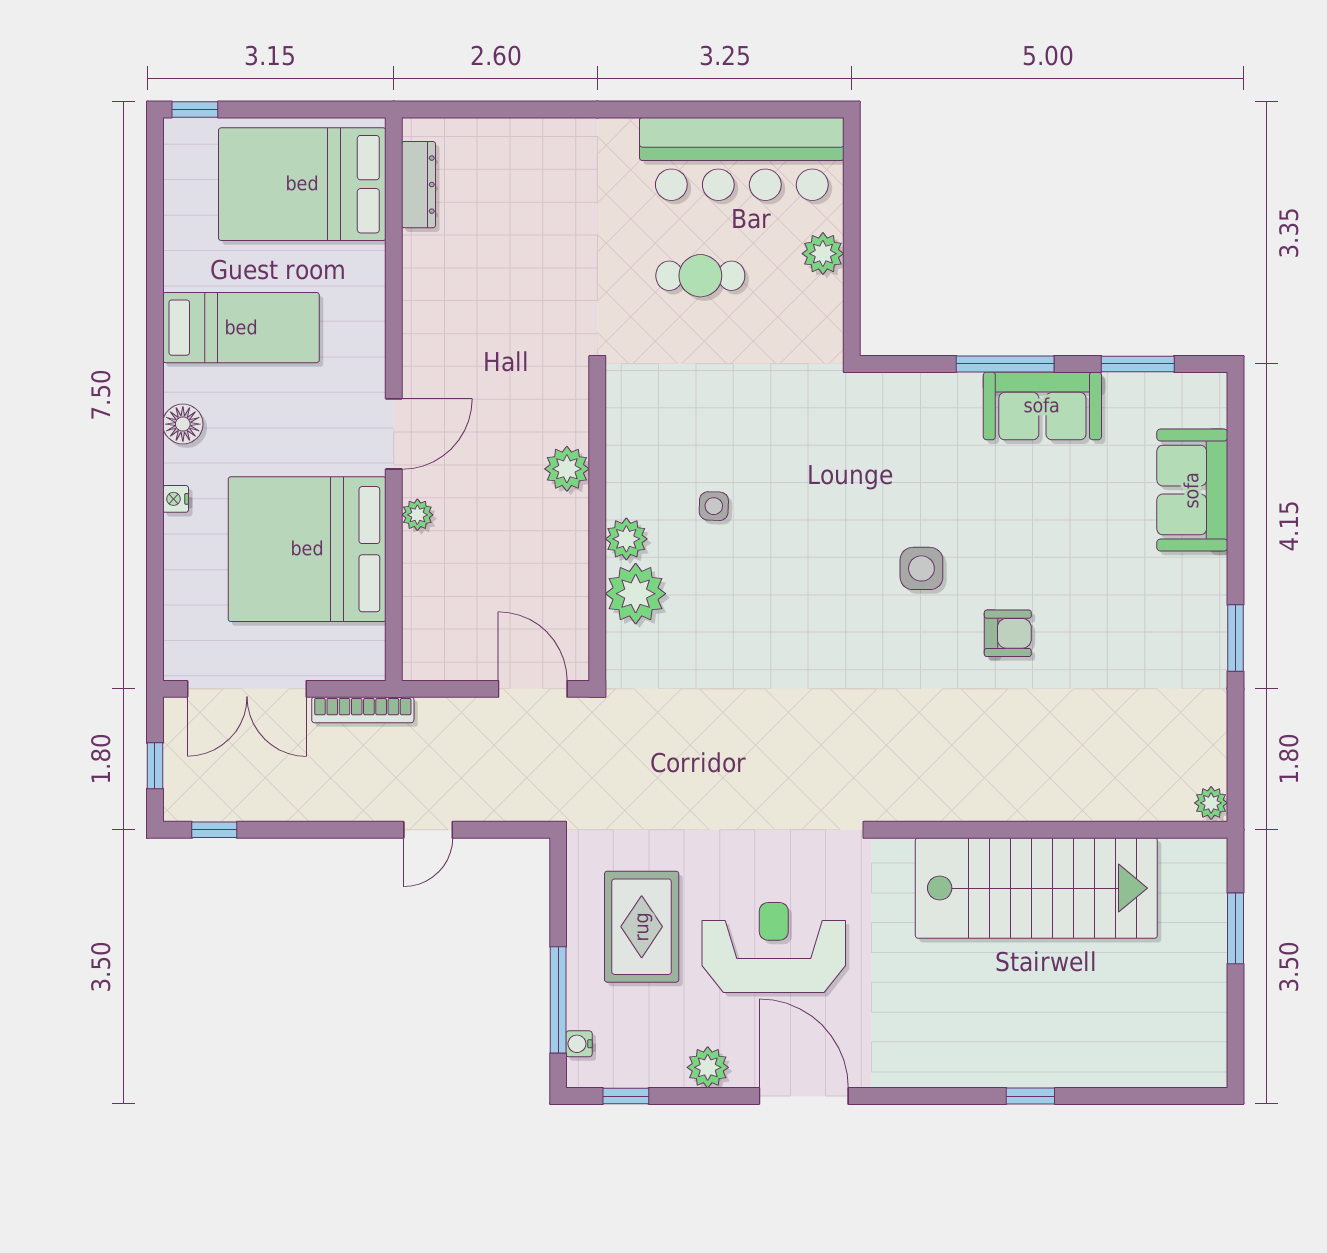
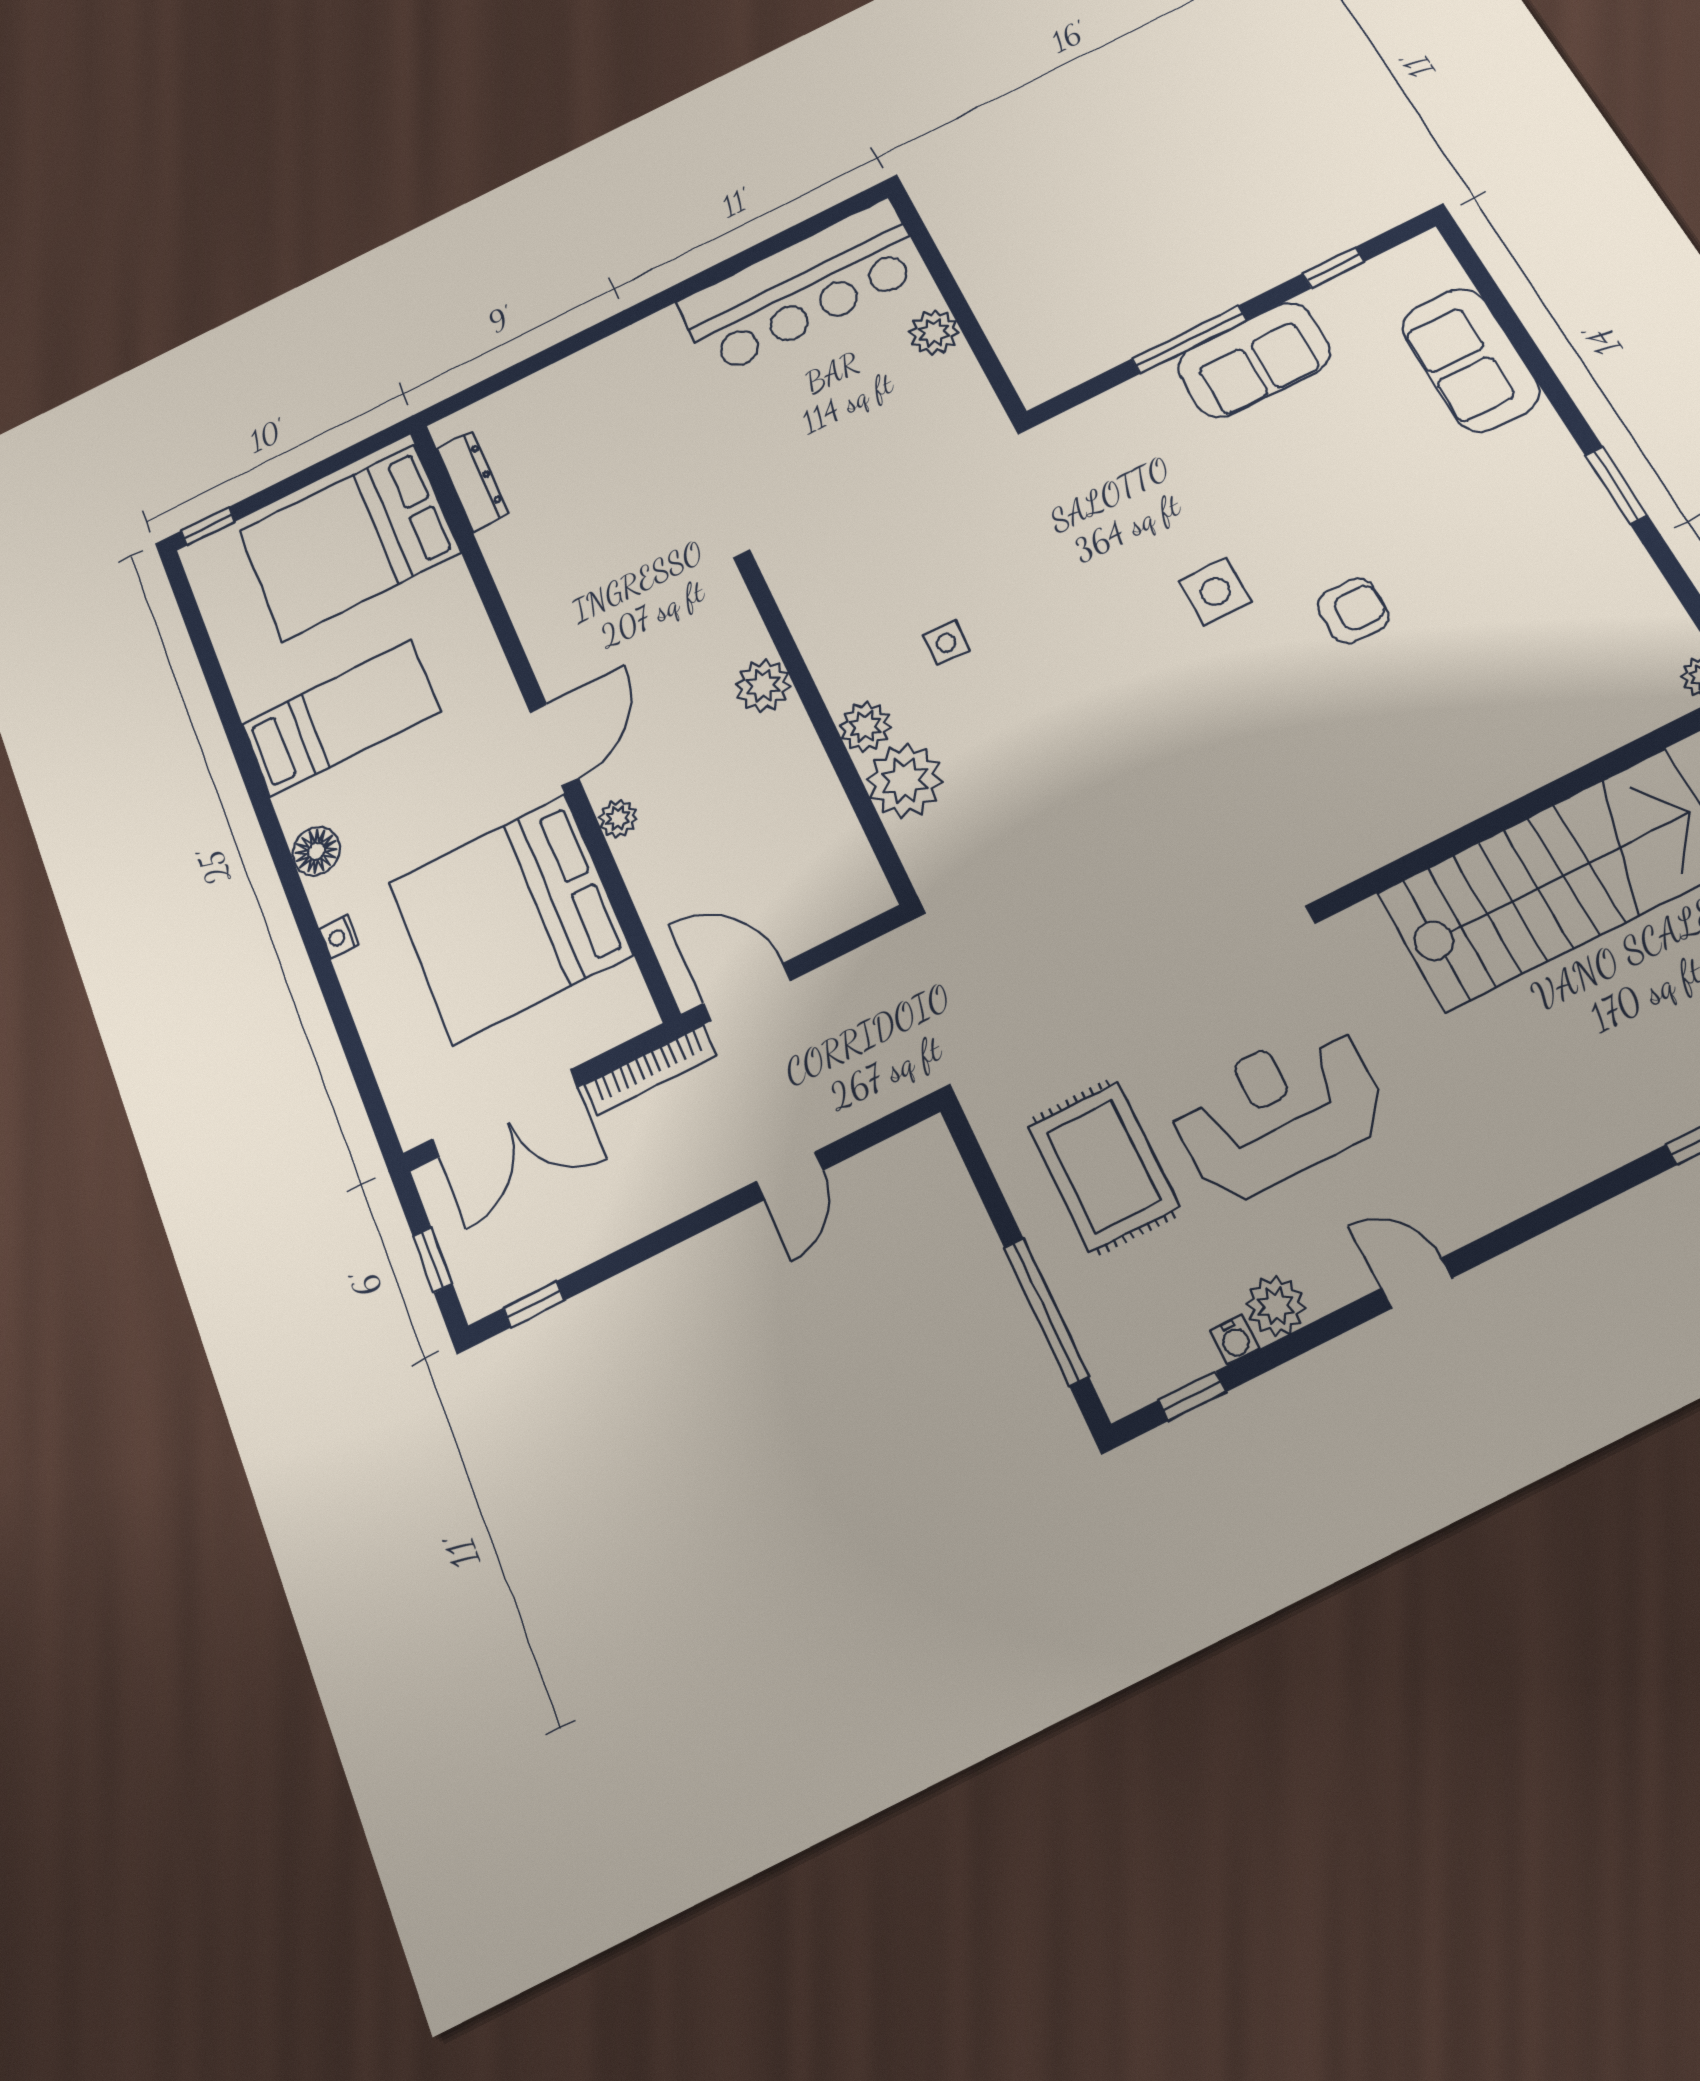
cafe table: (700, 276) -> (814, 419), removed
window: (1138, 364) -> (1333, 268), width x0.67
door: (533, 689) -> (747, 992), moved
water cooler: (579, 1044) -> (1235, 1340), moved, turned -90
door: (804, 1096) -> (1416, 1283), width x0.53

